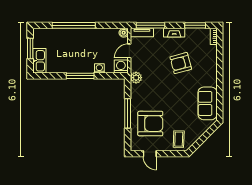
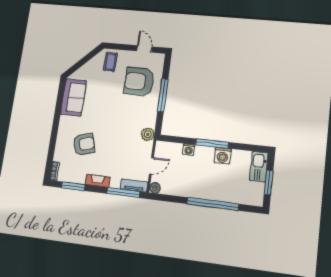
armchair: (181, 63) -> (84, 144), moved
washing machine: (121, 67) -> (223, 156), moved

